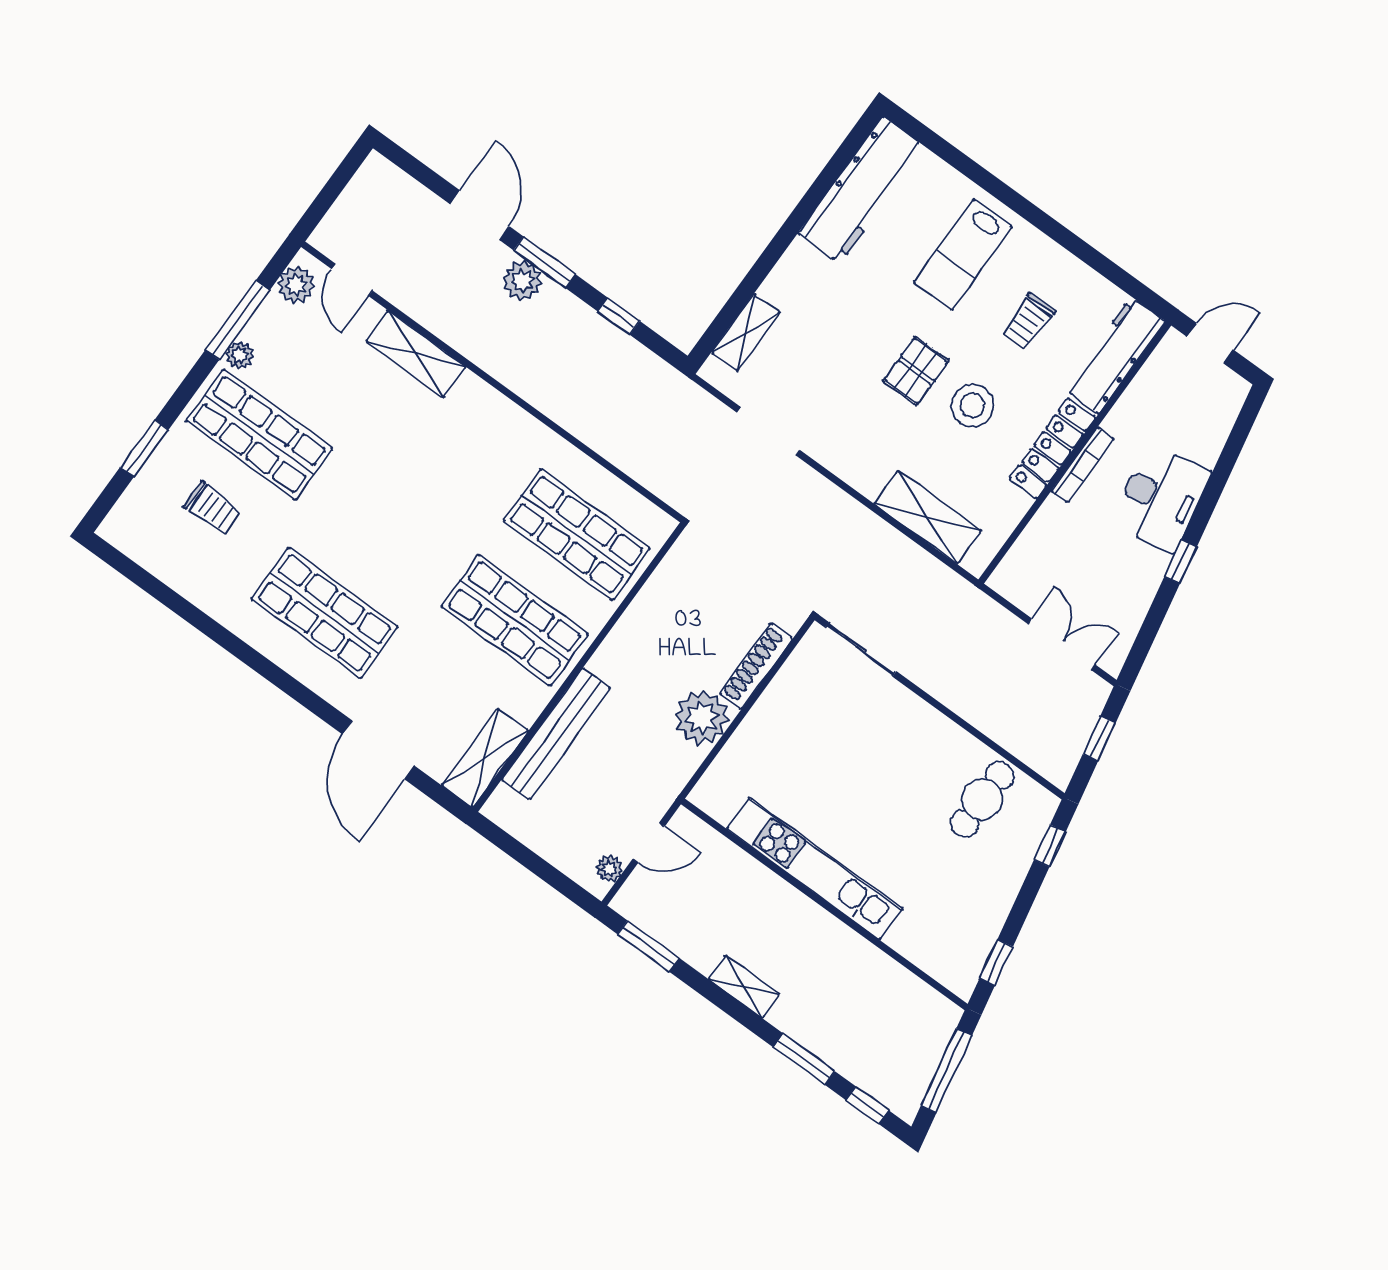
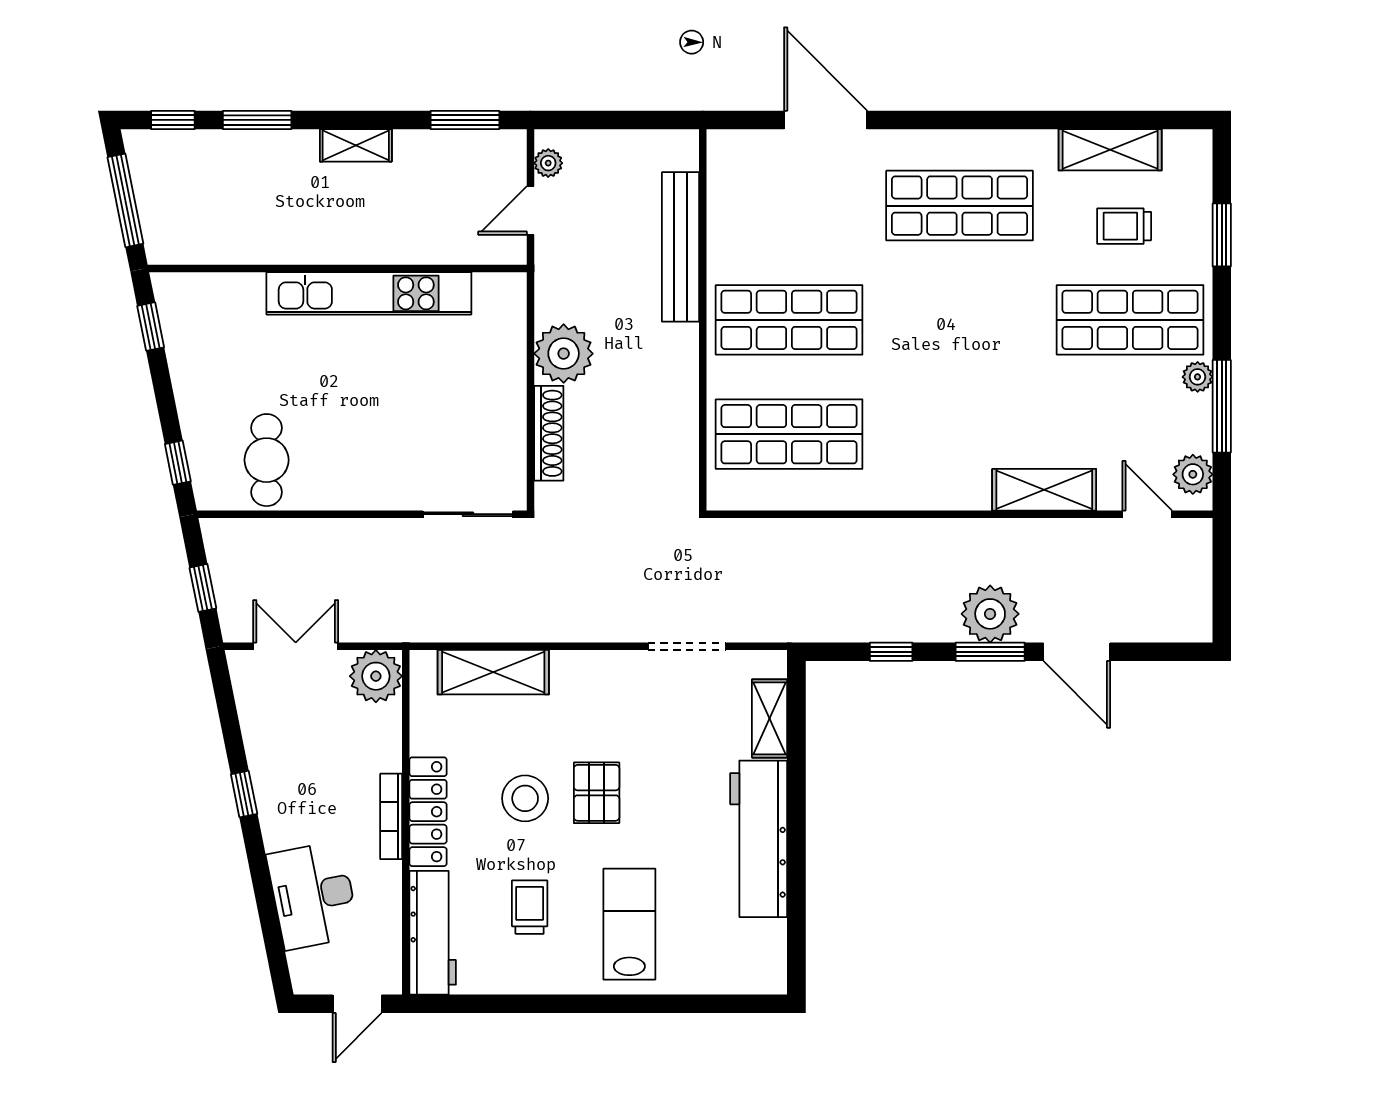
workbench: (862, 190) -> (759, 839), moved
plant: (522, 281) -> (990, 614), width x1.36, depth x1.36
desk: (1161, 498) -> (313, 895), moved
plant: (1018, 578) -> (376, 676), added
double door: (1062, 644) -> (296, 646), swing flipped
shelving: (485, 758) -> (1110, 150), moved, turned 90

